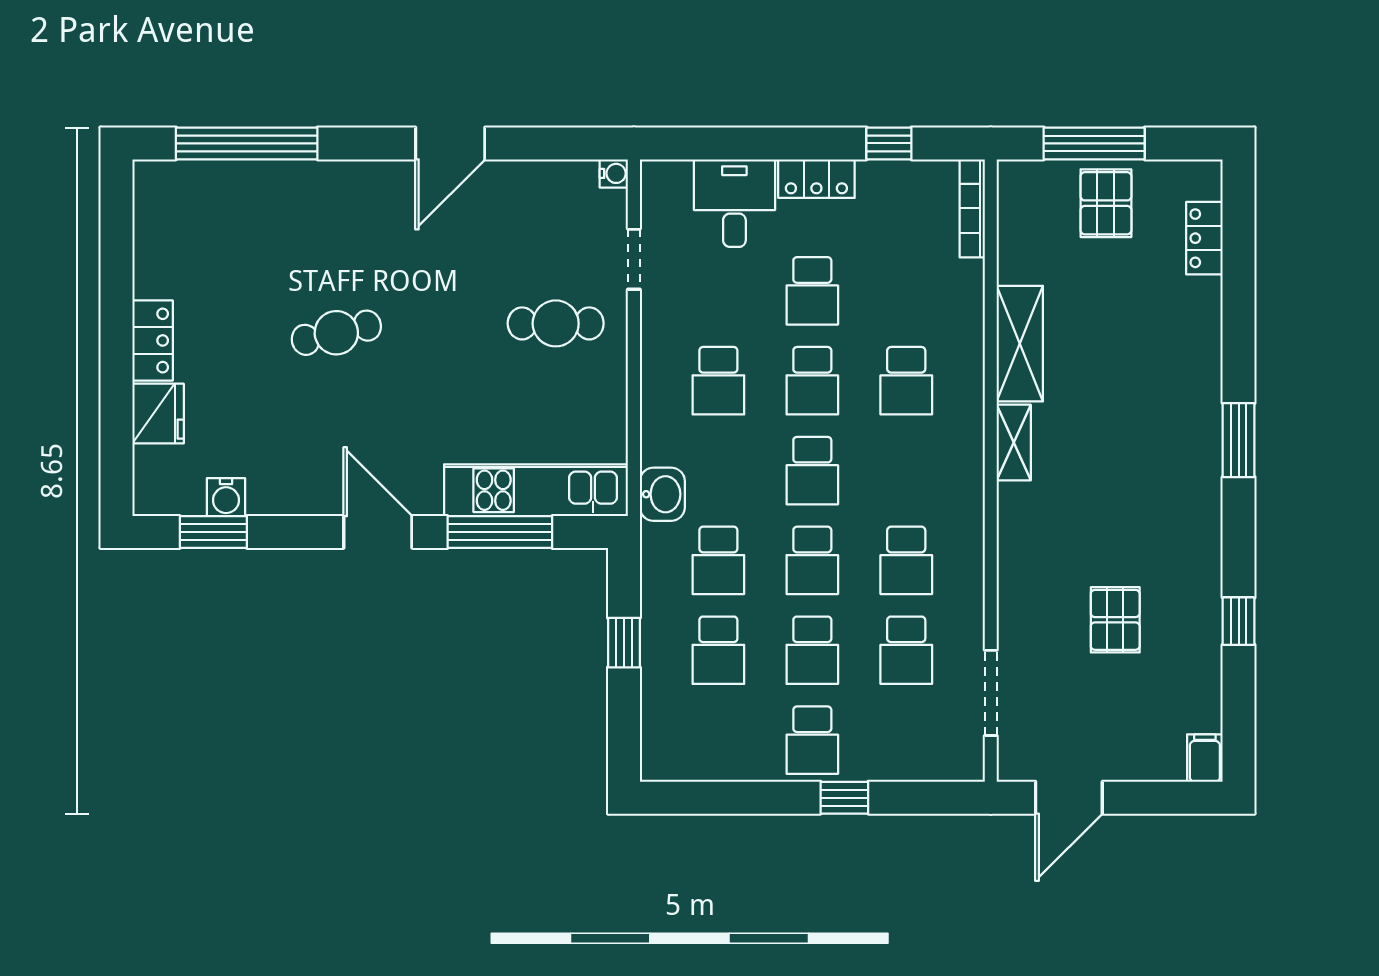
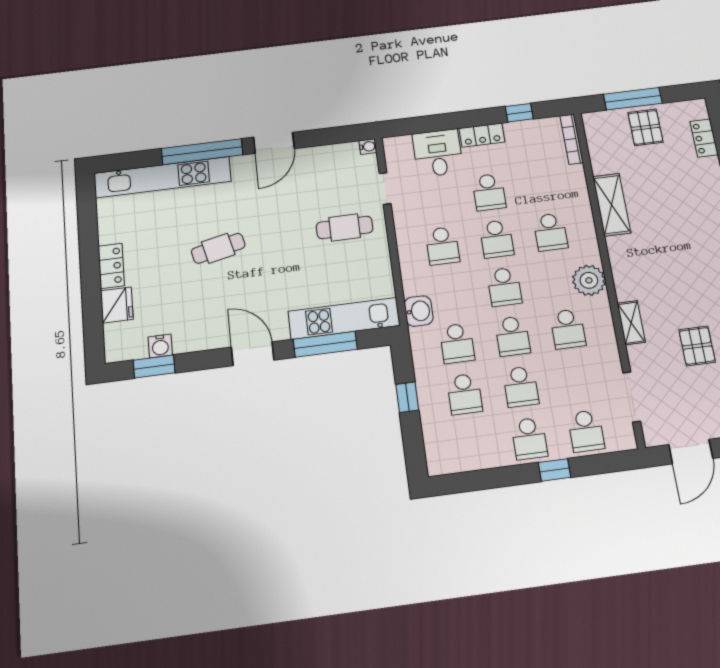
window: (247, 143) -> (202, 152), moved
kitchen unit: (251, 184) -> (163, 177), added
shelving: (1014, 443) -> (631, 323), moved
plant: (956, 478) -> (589, 280), added
school desk: (906, 650) -> (586, 431), moved

